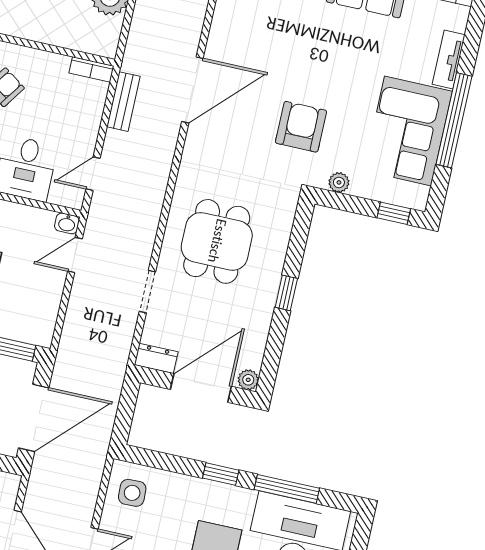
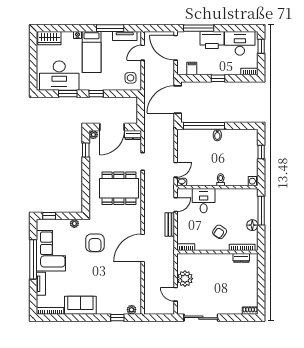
bench: (124, 102) -> (170, 225), moved
dining table: (217, 241) -> (119, 188), width x1.38
window: (286, 293) -> (86, 150), moved
window: (287, 489) -> (68, 94), width x0.69

